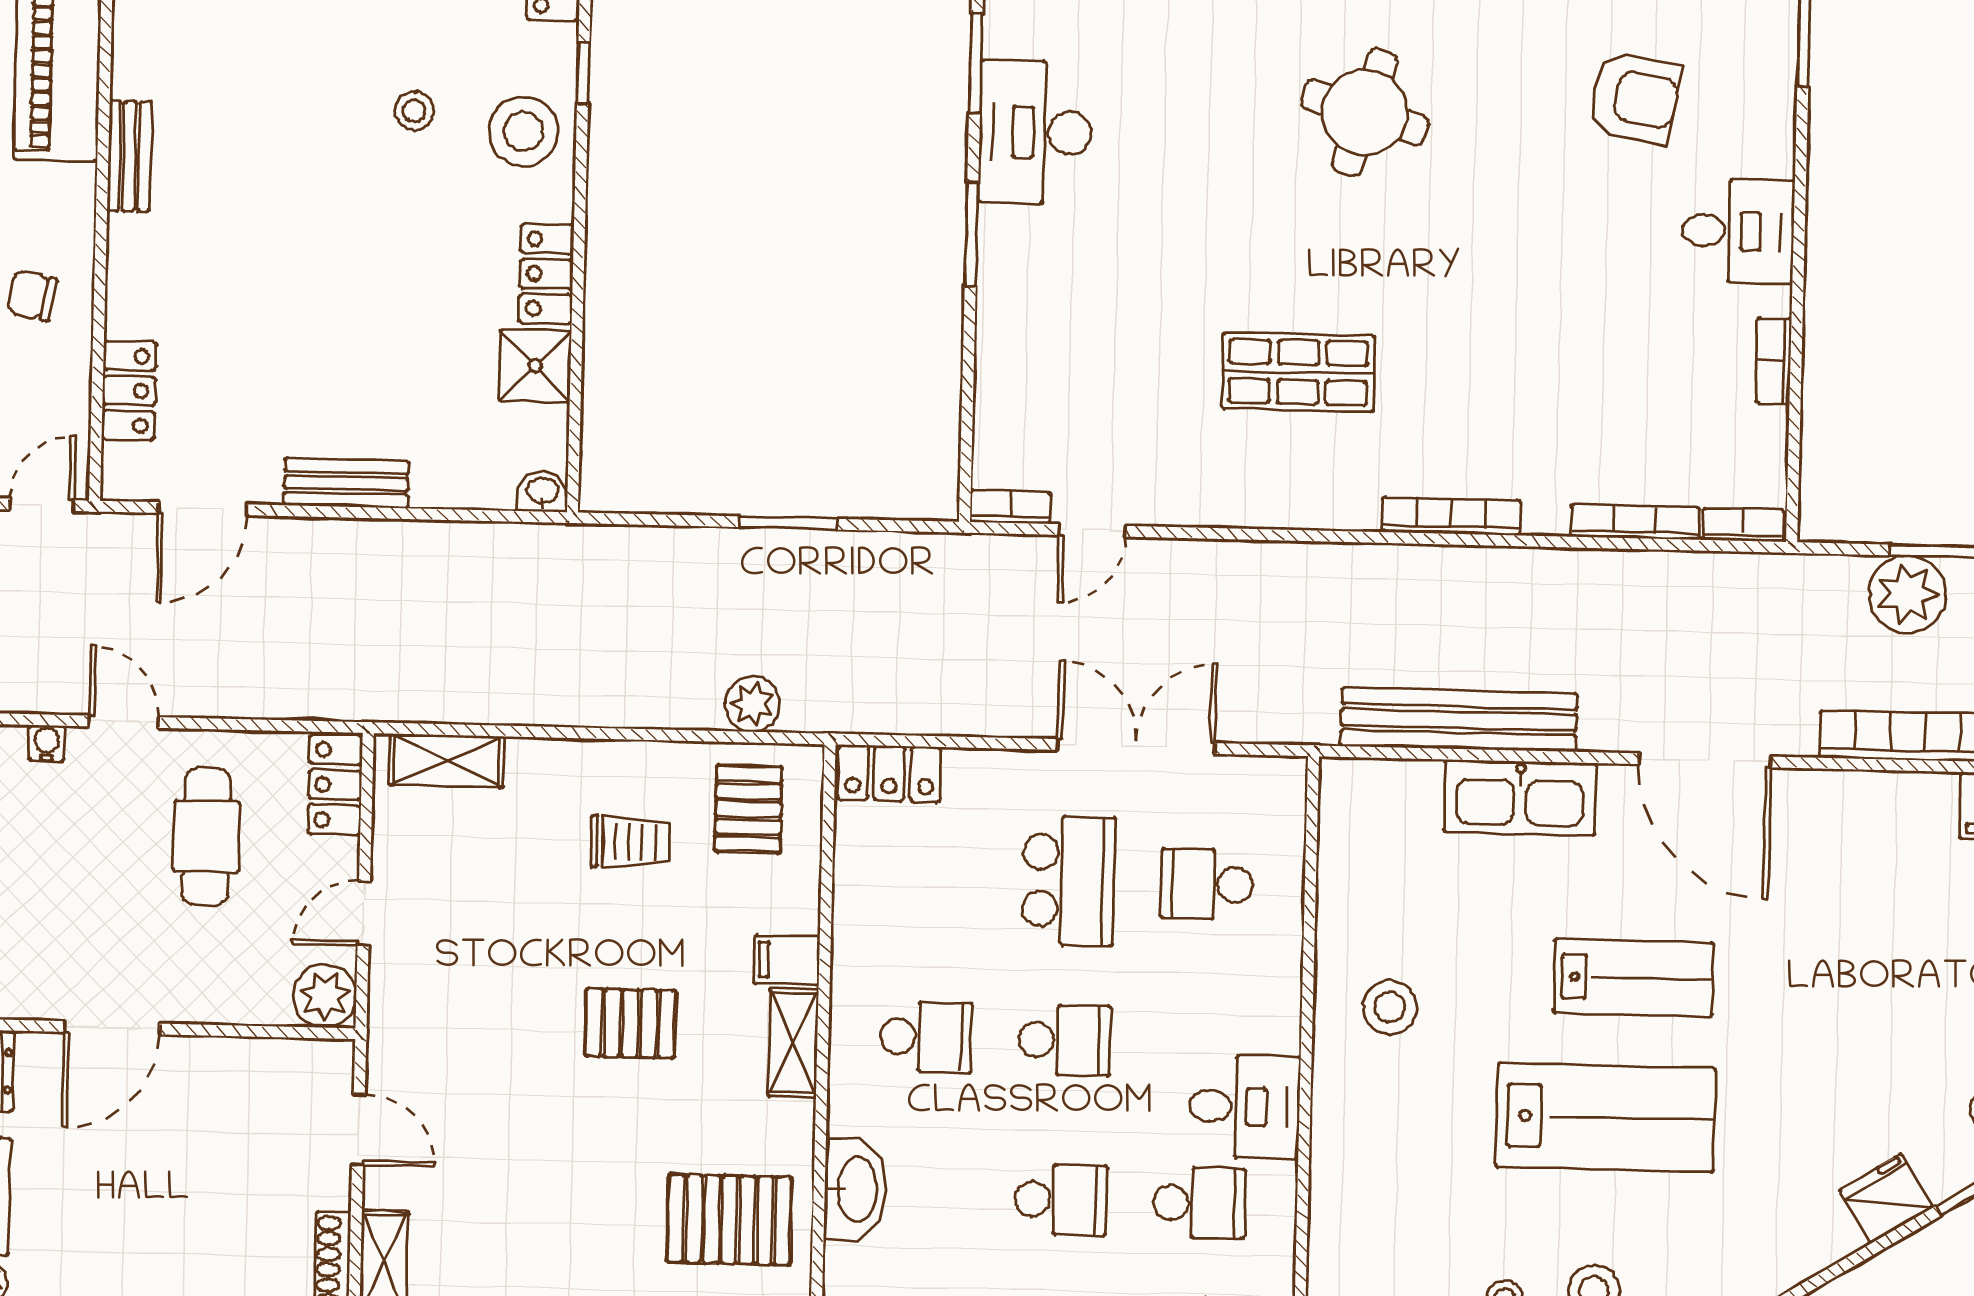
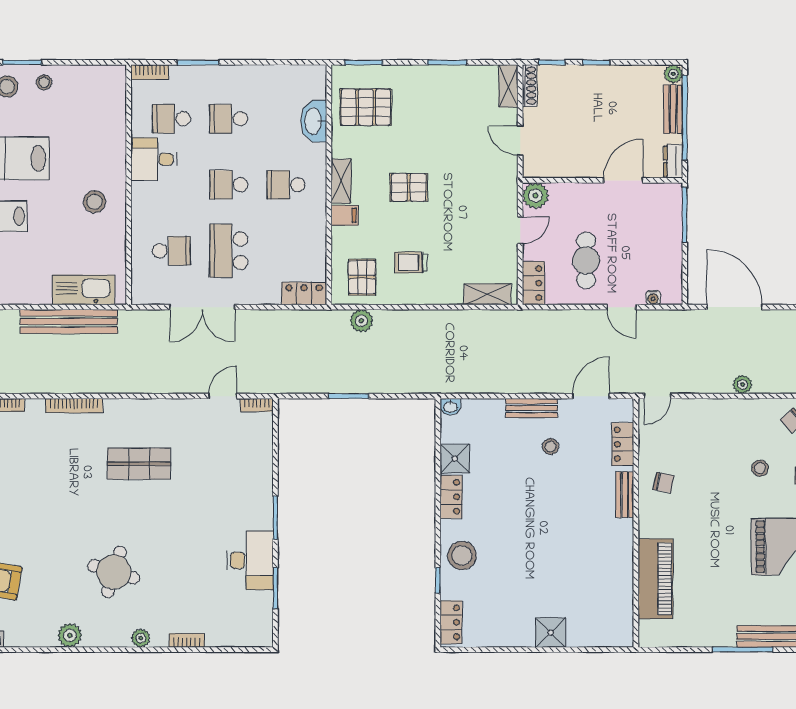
stool: (414, 111) -> (551, 447), moved
bench: (129, 156) -> (625, 495), moved
kitchen sink: (1520, 797) -> (83, 290), moved

